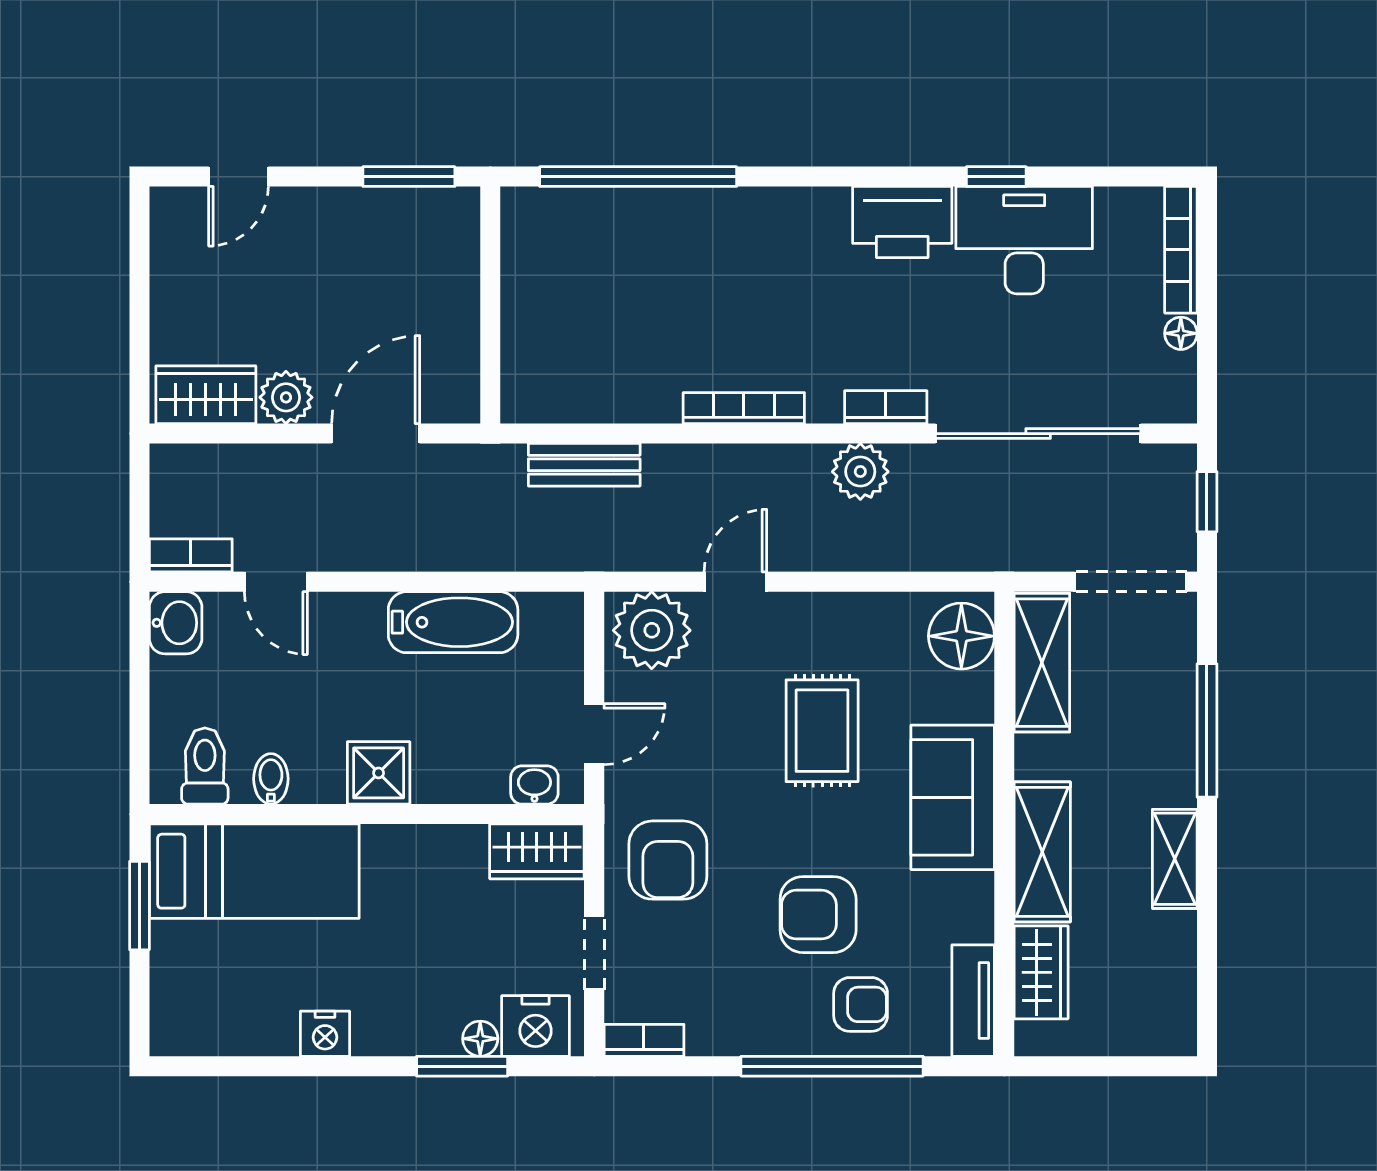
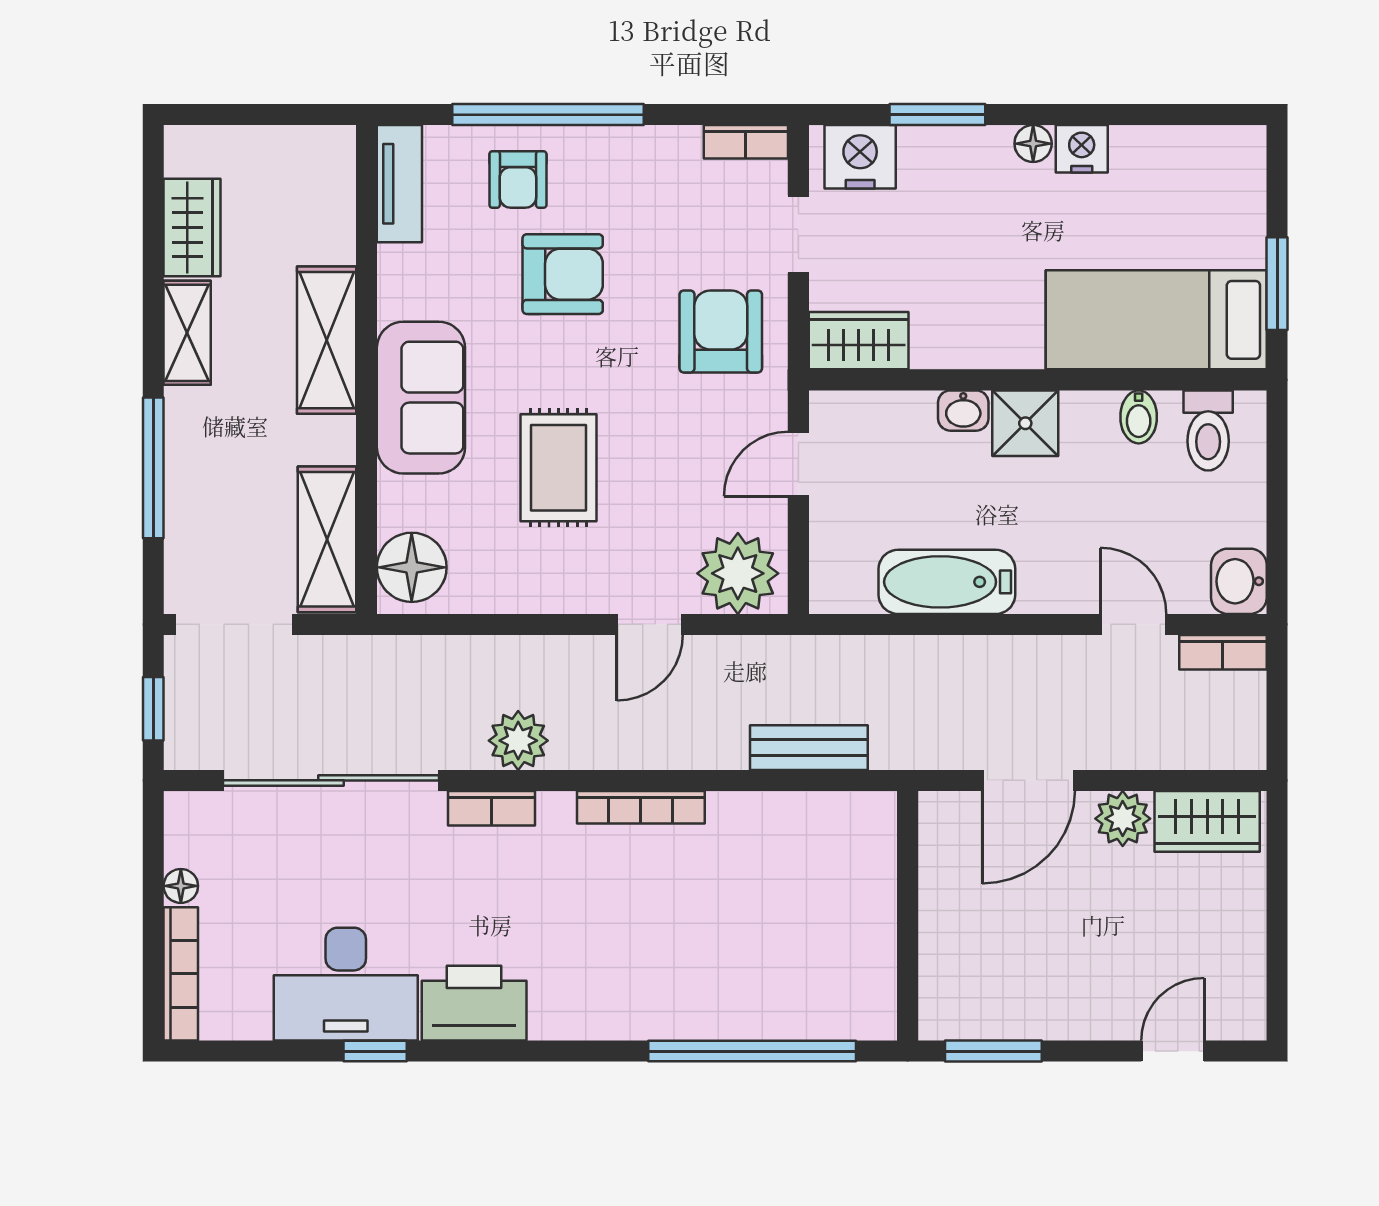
washbasin: (534, 785) -> (963, 411), moved
wardrobe: (1041, 972) -> (192, 228), moved, turned 180
armchair: (861, 1004) -> (518, 179), turned -90
floor lamp: (480, 1039) -> (1033, 144), moved

